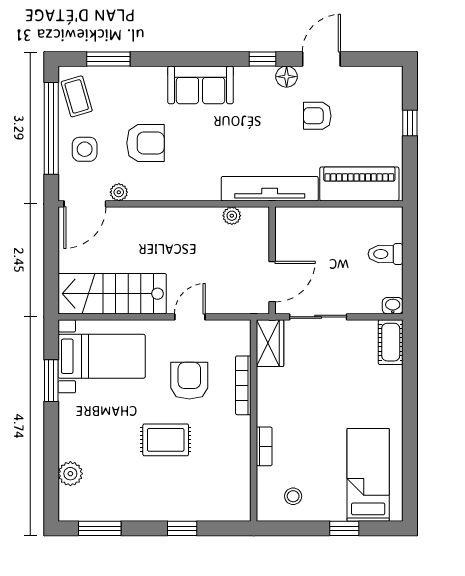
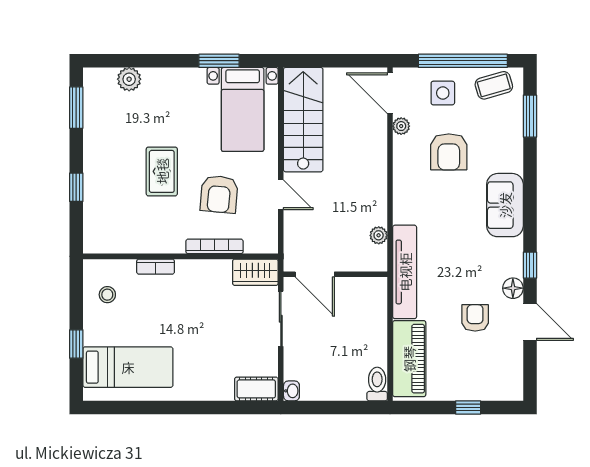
toilet: (386, 254) -> (377, 384), moved
armchair: (189, 381) -> (219, 194), turned 95

